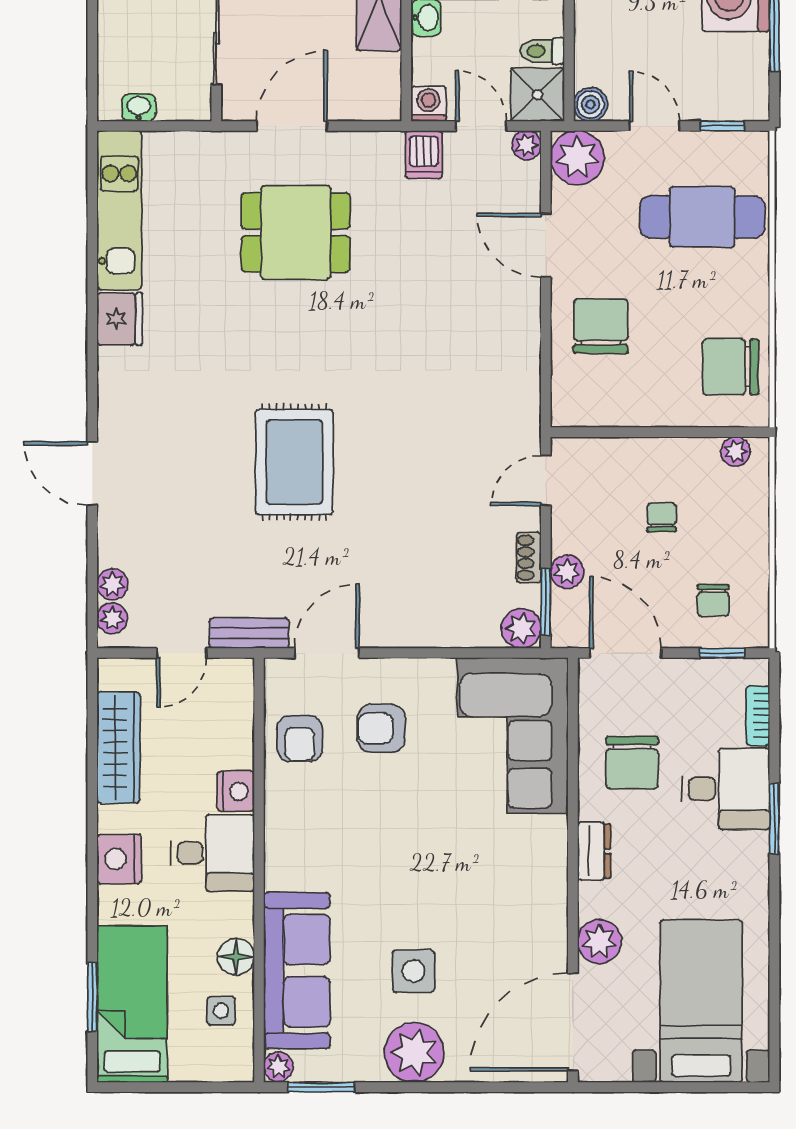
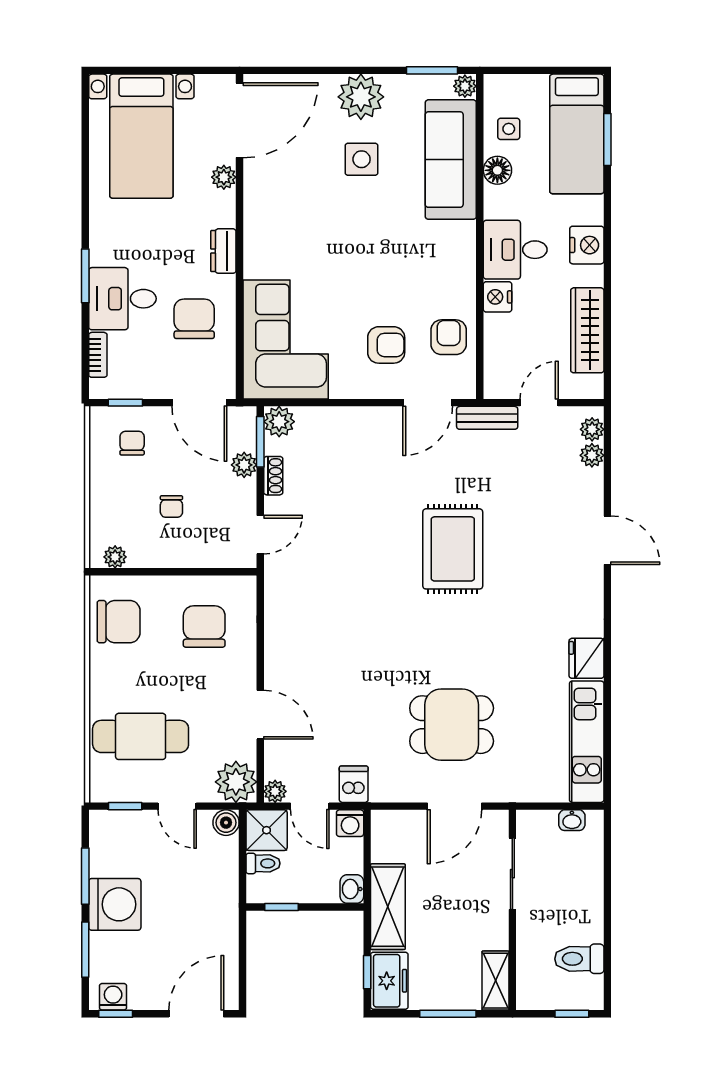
chair: (601, 326) -> (204, 627), moved, turned 180
plant: (599, 942) -> (224, 177), width x0.73, depth x0.73

